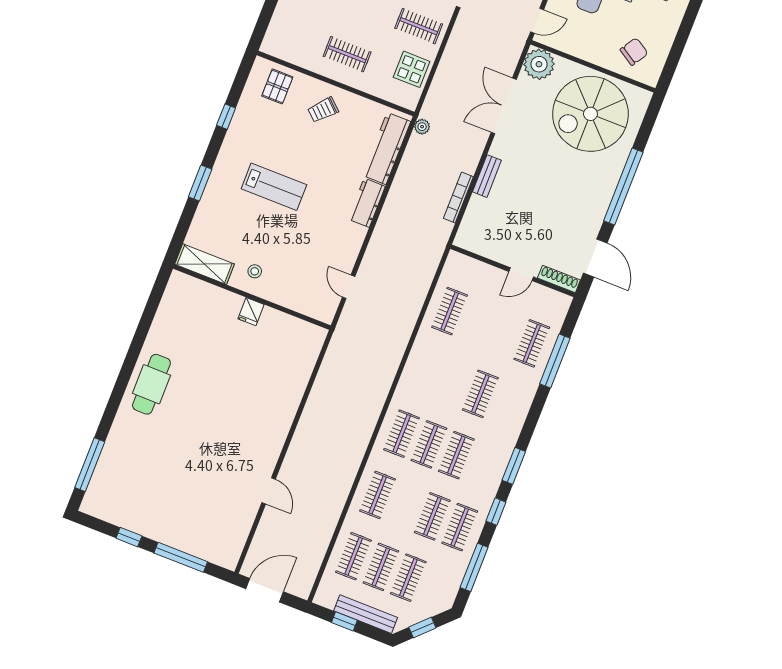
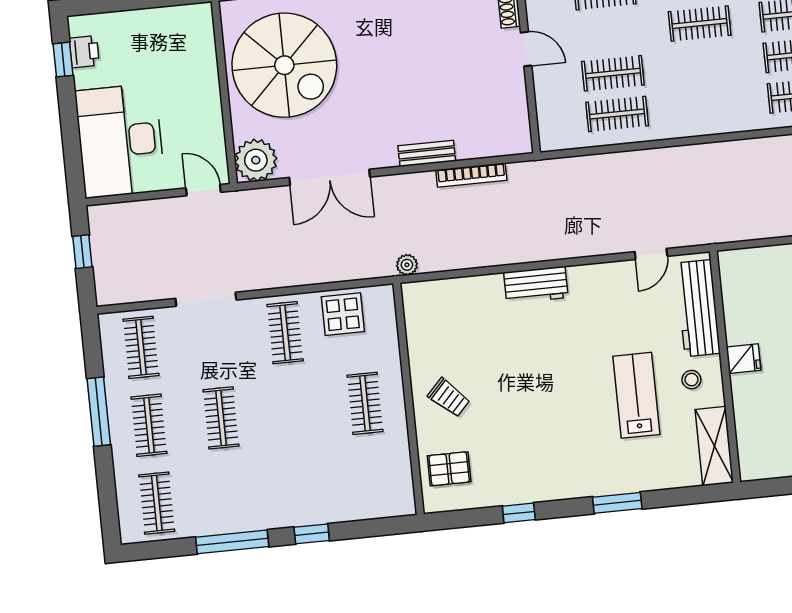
chair: (634, 52) -> (180, 51), removed
workbench: (387, 148) -> (698, 308), moved, turned 90
lab bench: (274, 187) -> (636, 395), moved
clothes rail: (477, 322) -> (613, 73), added

